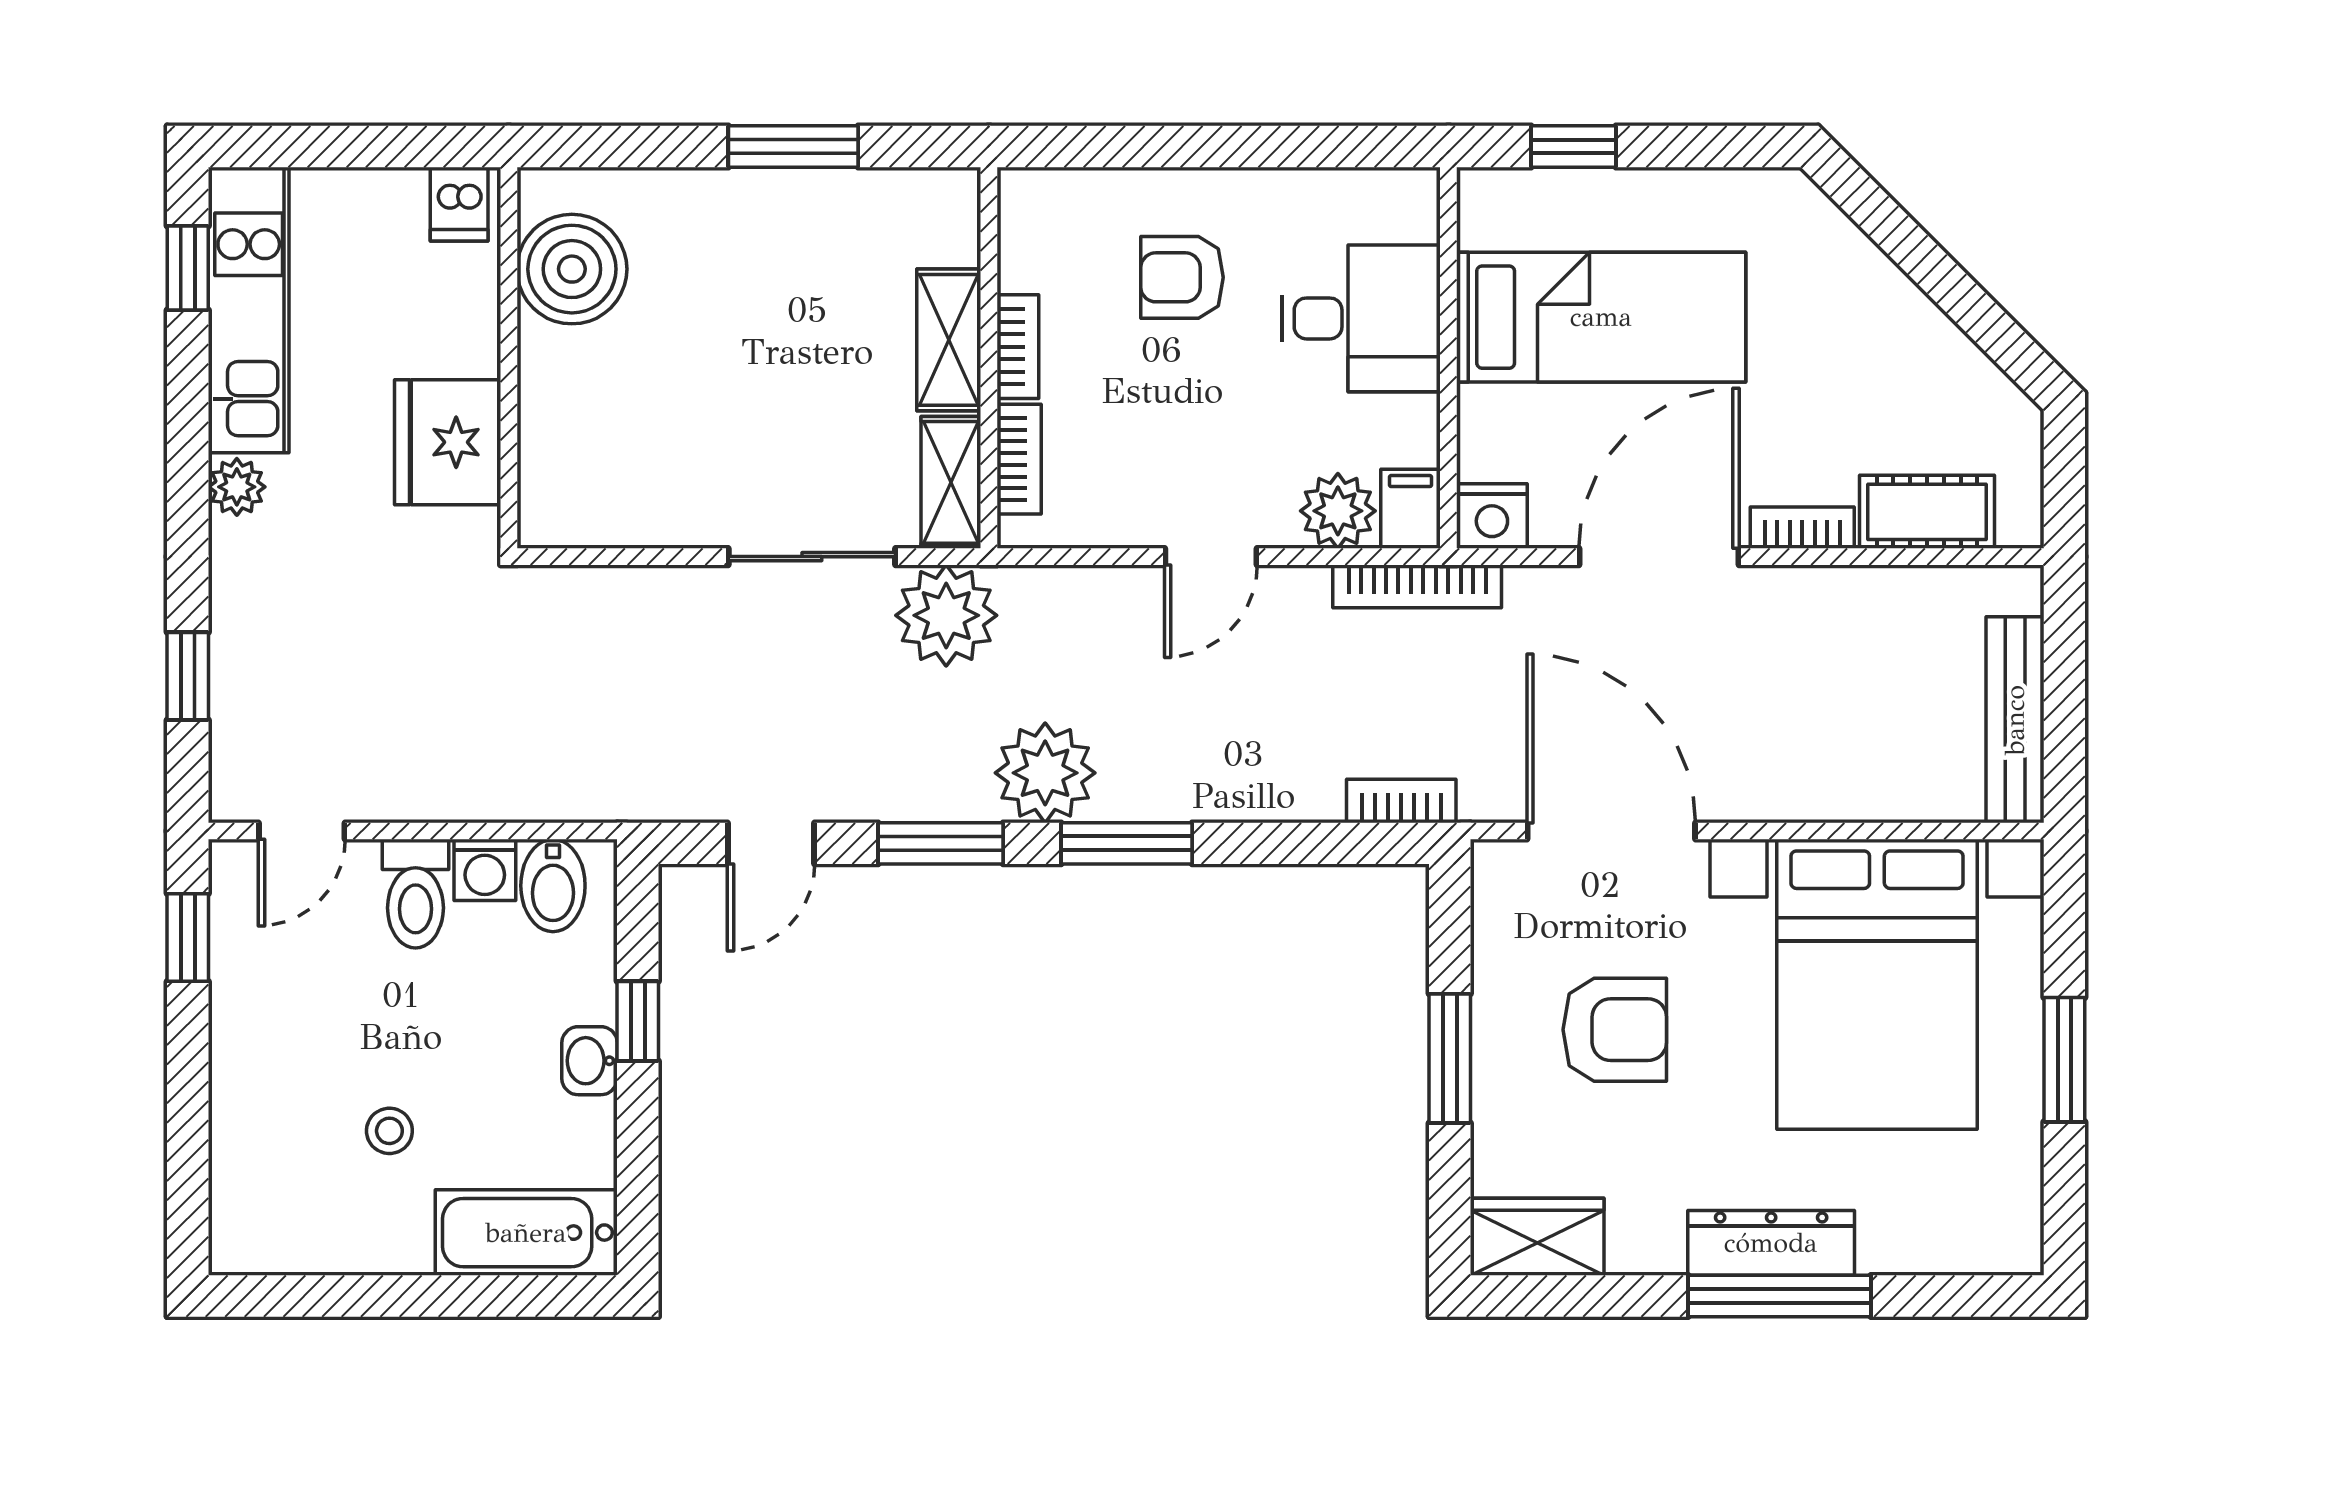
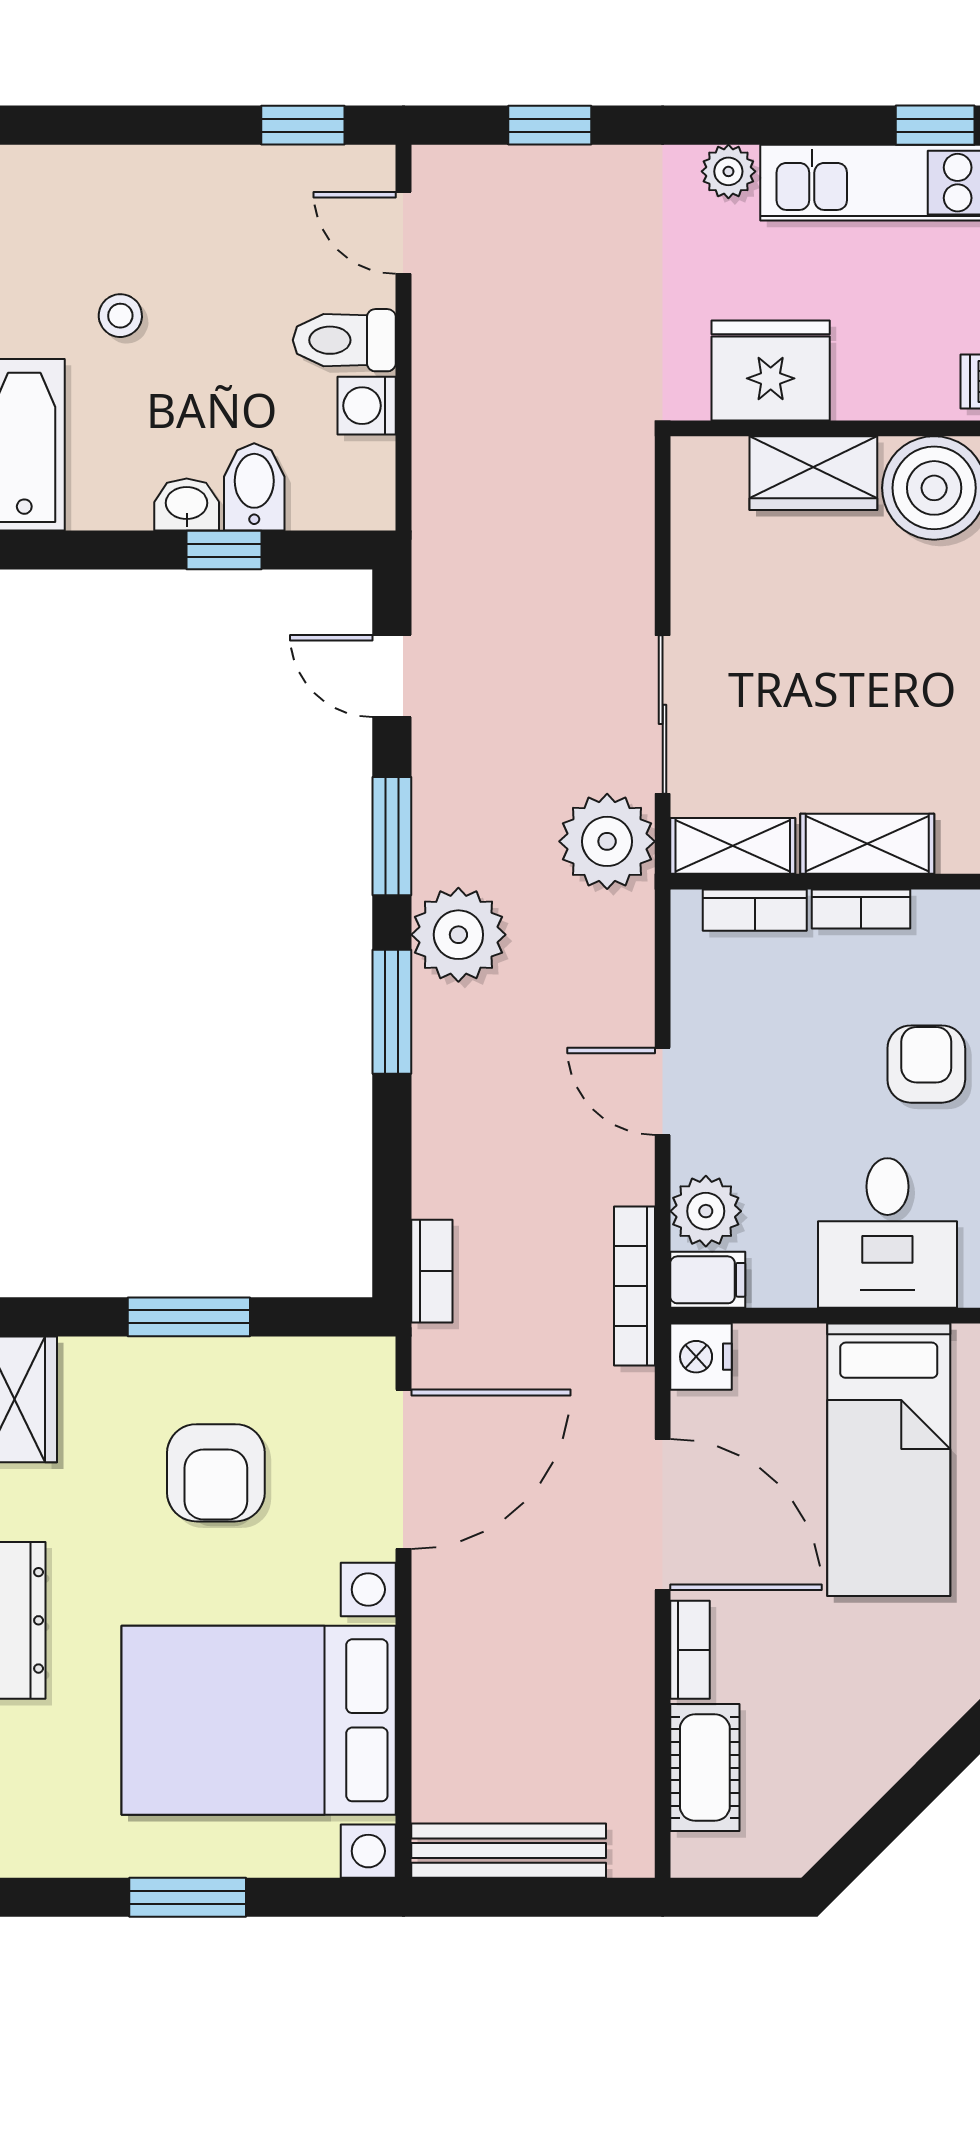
wardrobe: (556, 397) -> (813, 473), added
bidet: (553, 886) -> (254, 487), moved, turned 90

